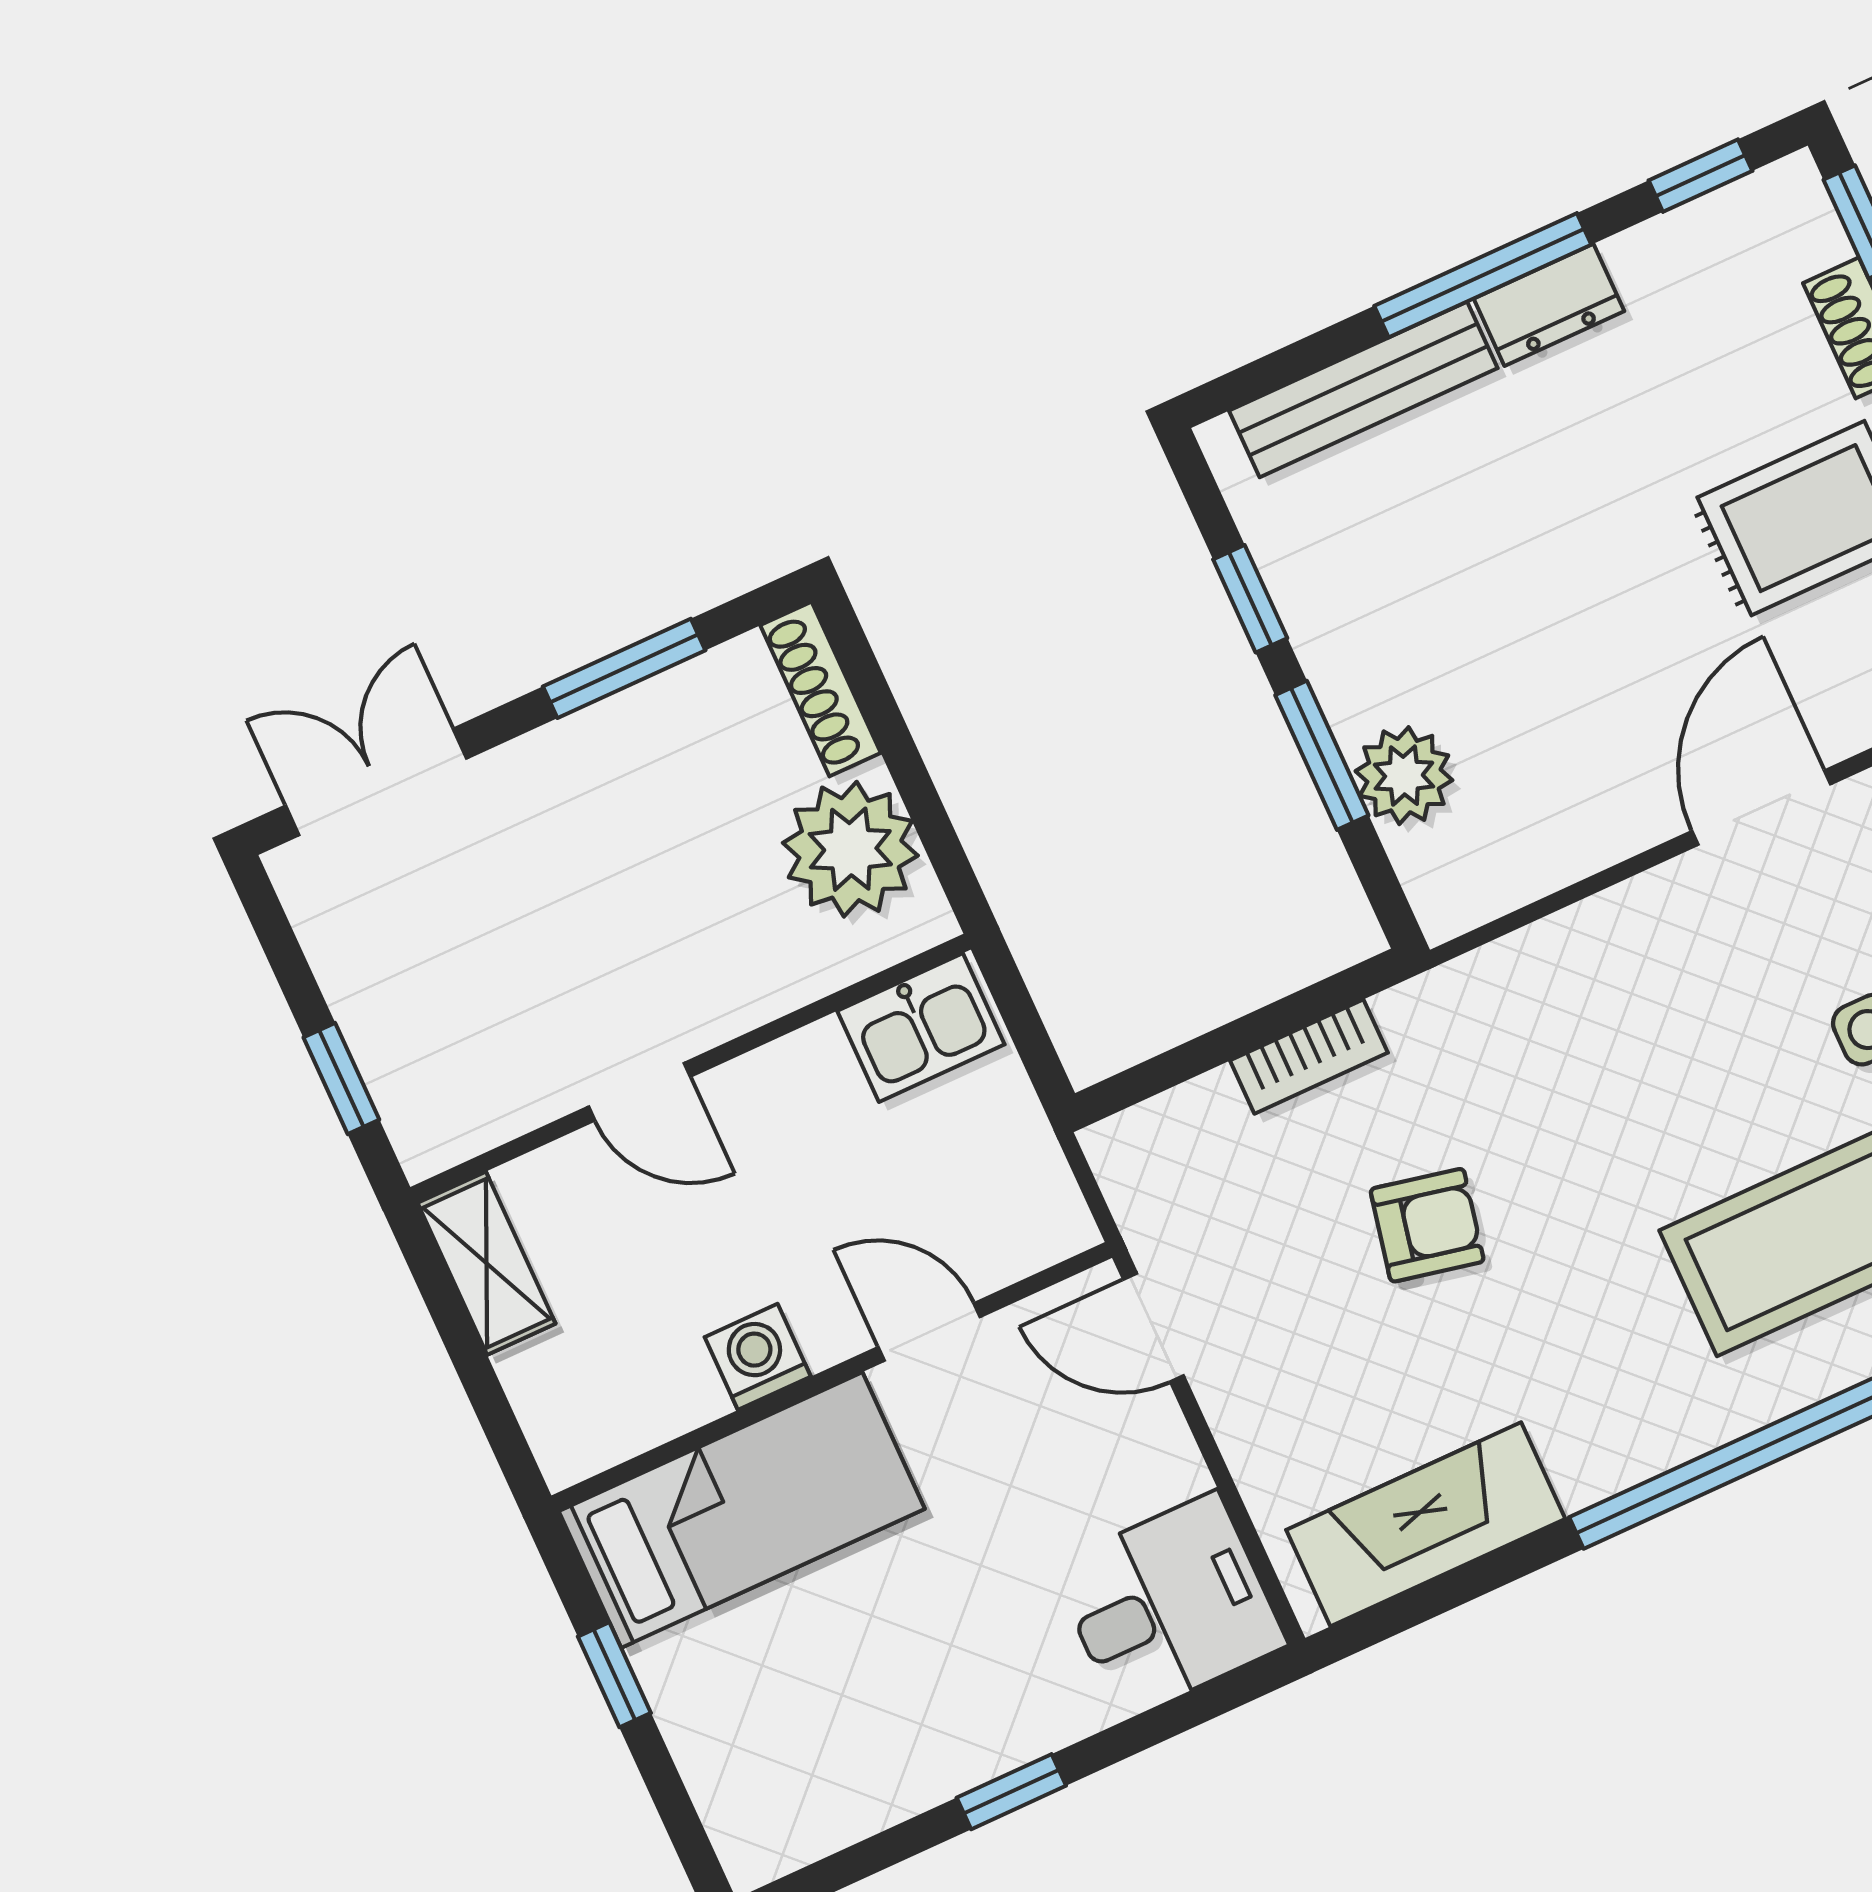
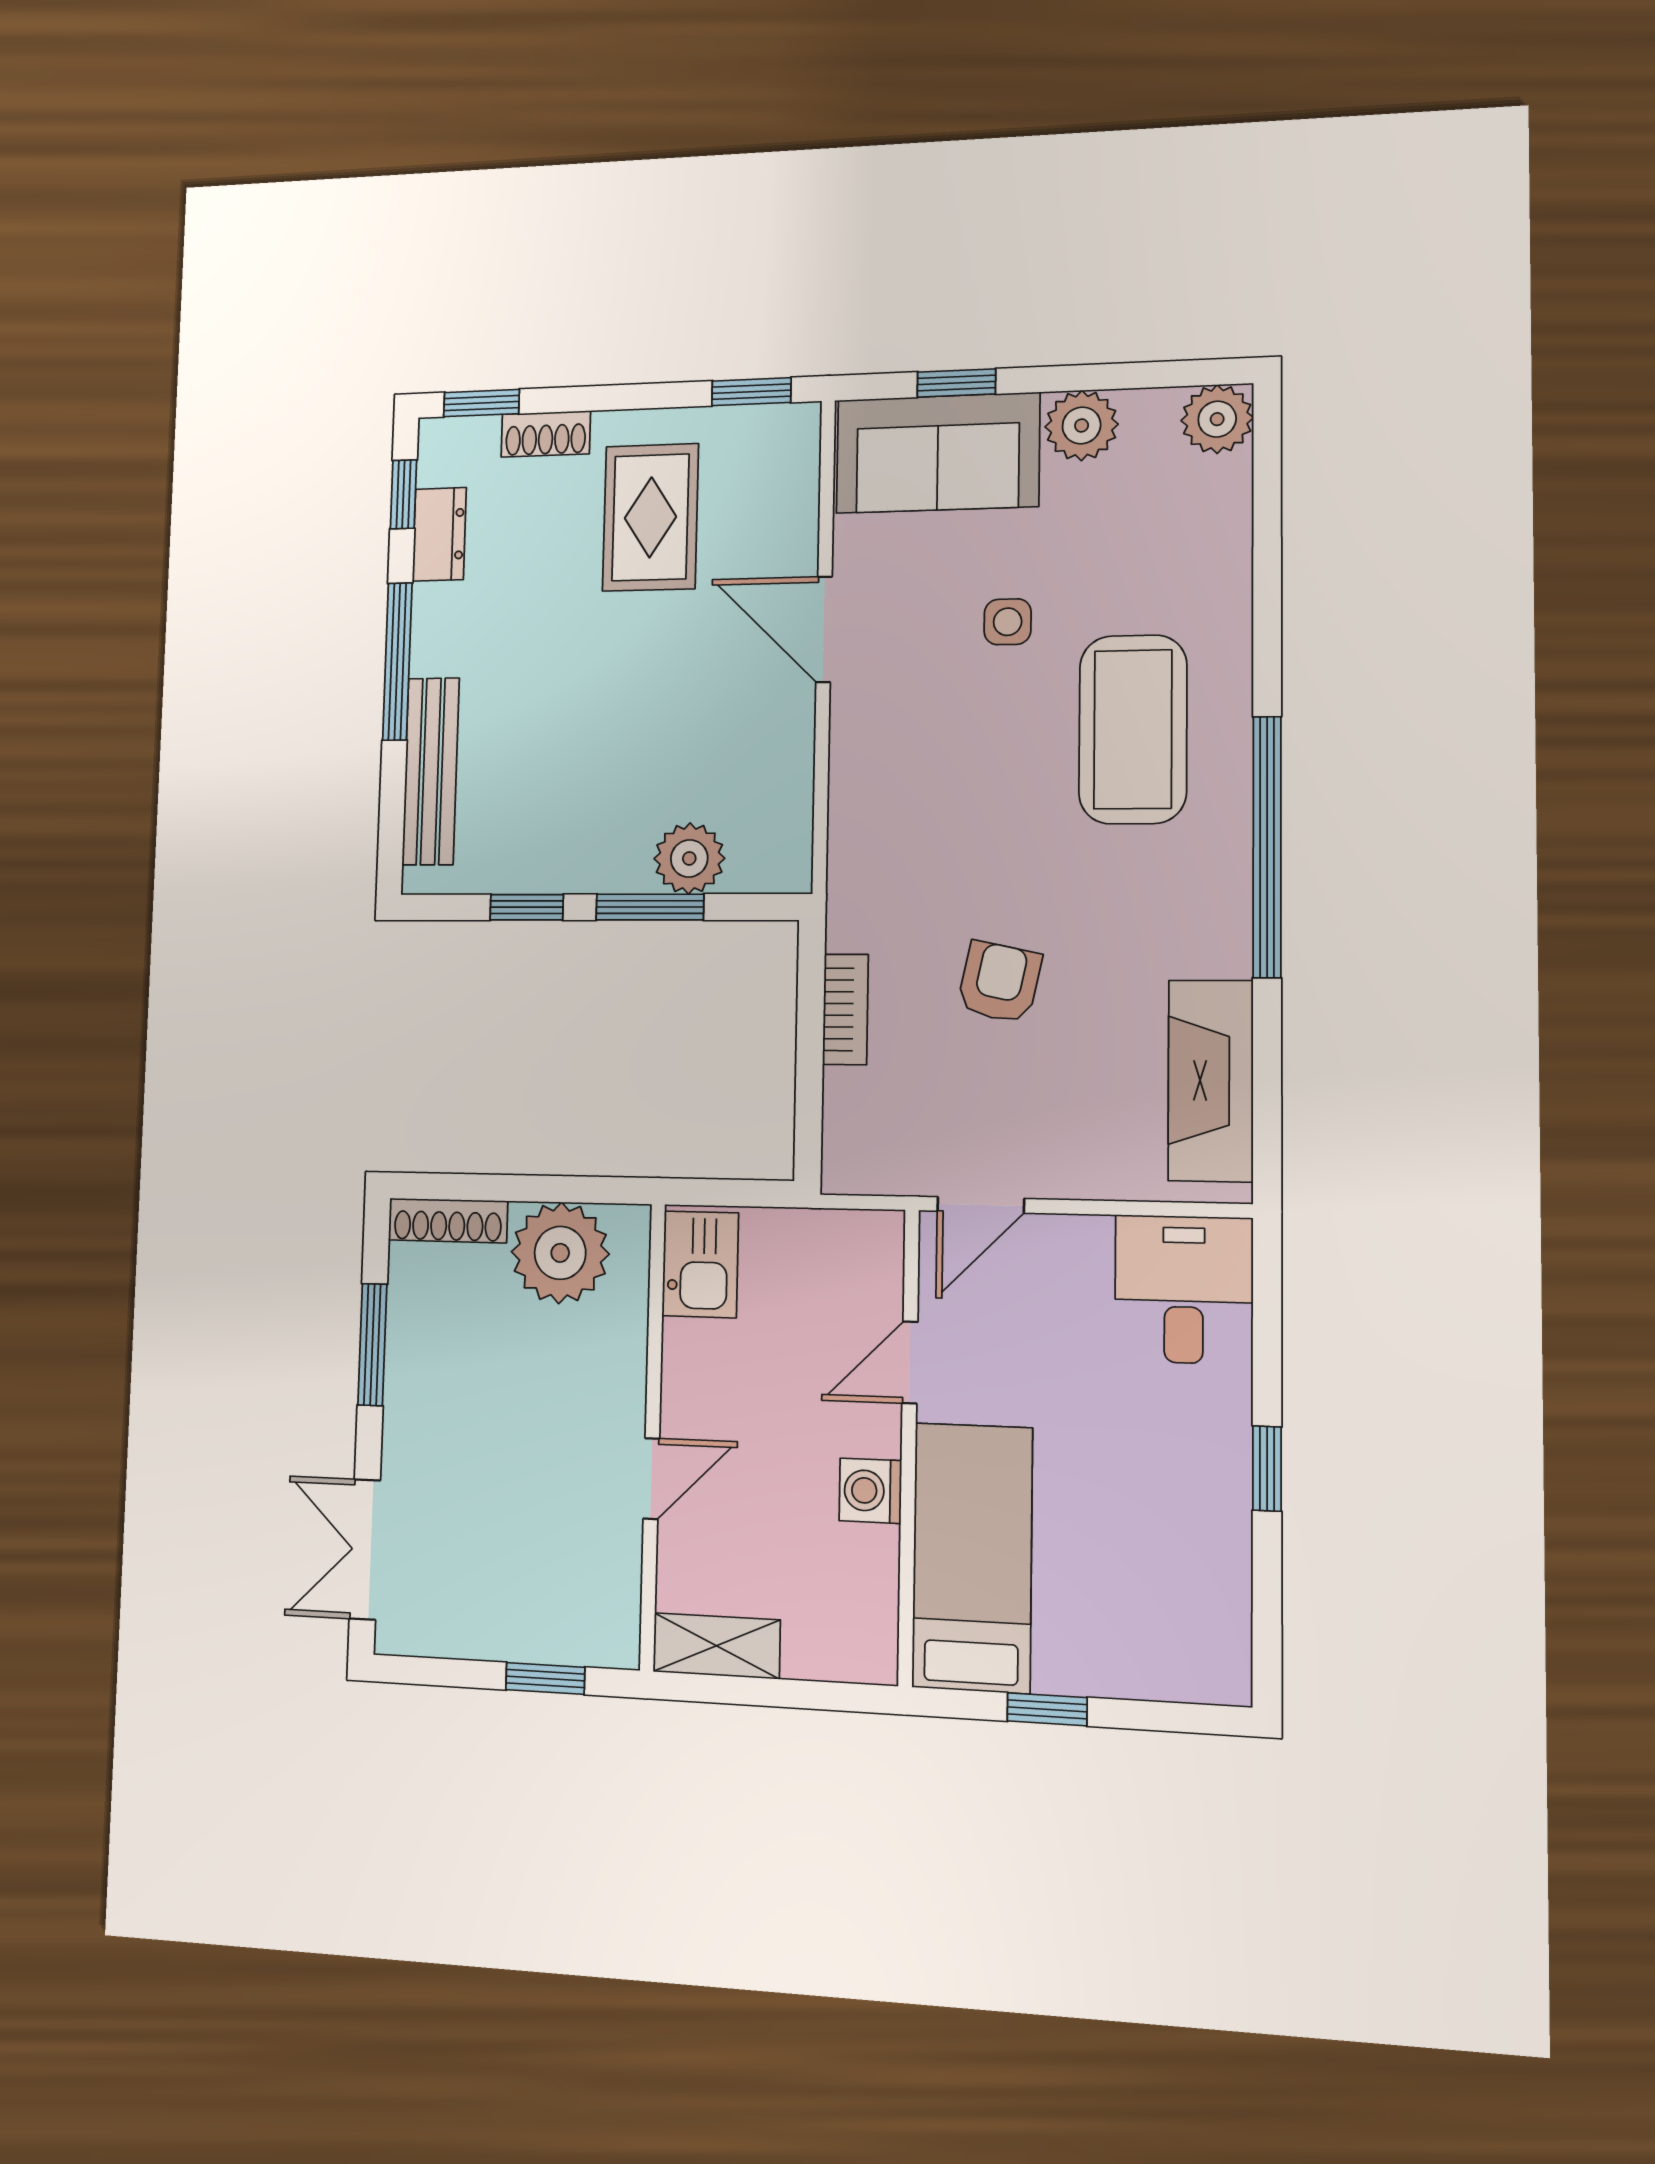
dresser: (1549, 305) -> (439, 534), moved

